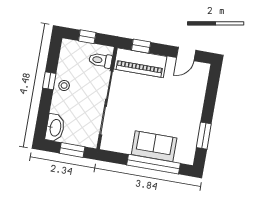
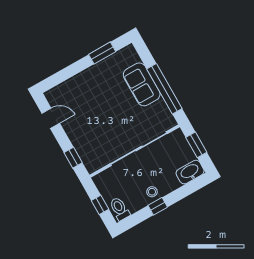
toilet: (100, 60) -> (120, 209), moved, turned 180
piano: (140, 63) -> (86, 148), removed
window: (154, 164) -> (164, 89), moved

